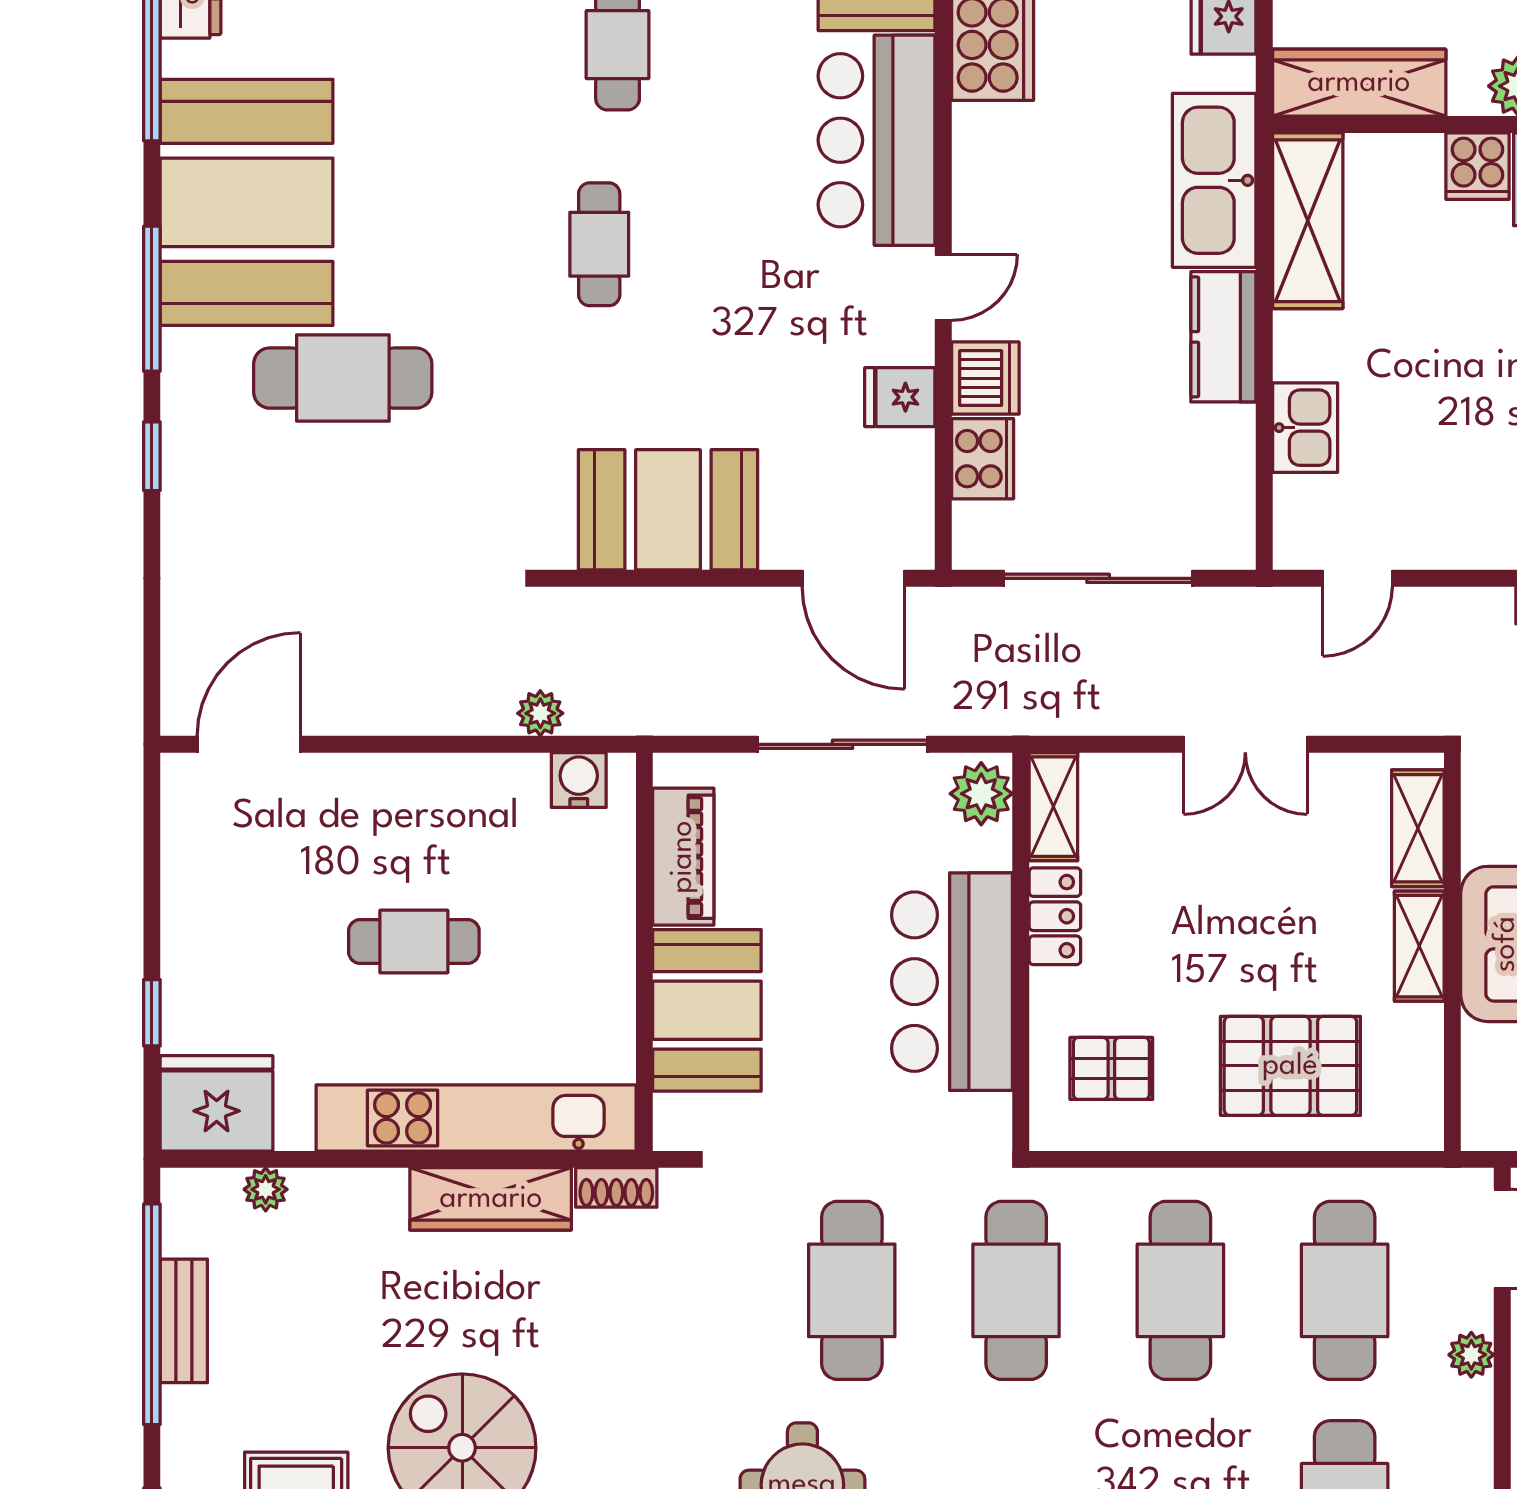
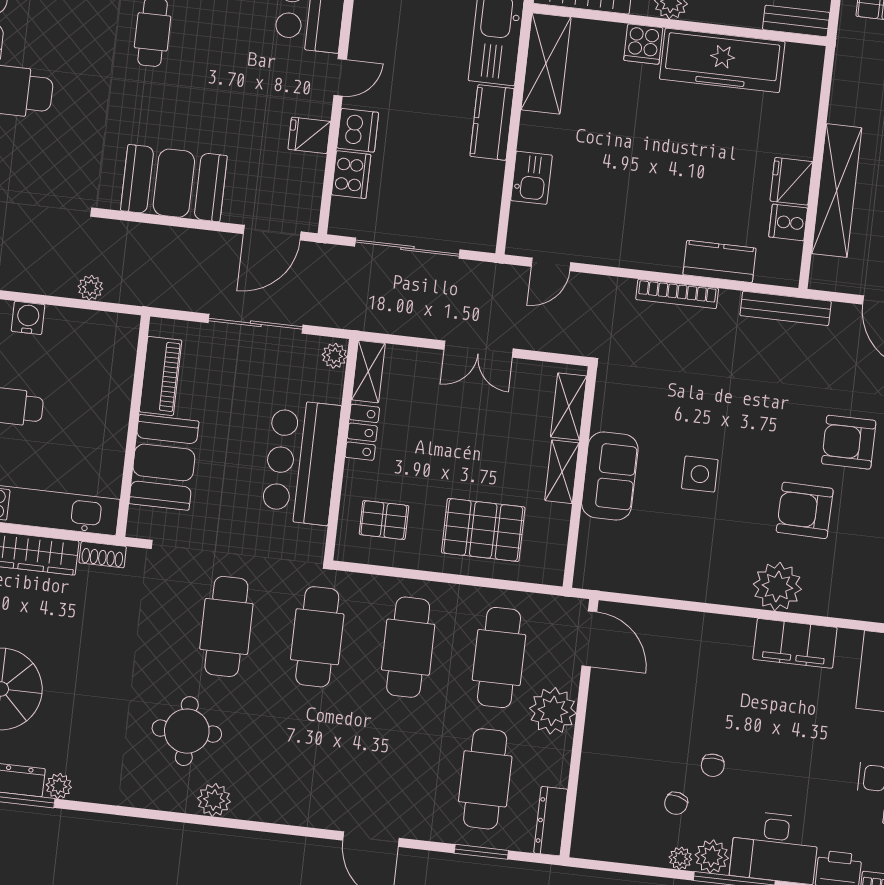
door: (853, 578) -> (272, 233), hinge flipped
water cooler: (579, 780) -> (28, 318), moved
plant: (981, 794) -> (335, 356), width x0.73, depth x0.73
plant: (1471, 1355) -> (553, 711), width x1.88, depth x1.88

